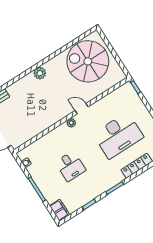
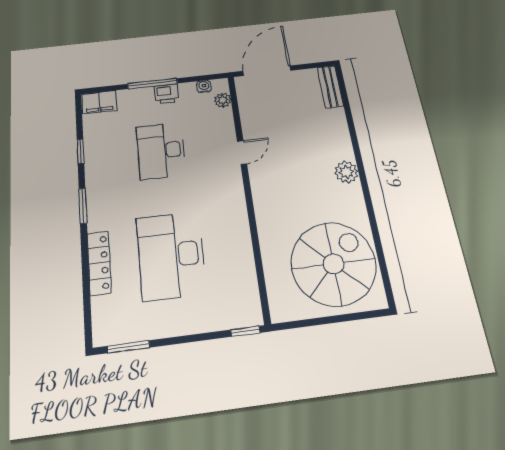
door: (82, 109) -> (242, 152), moved
plant: (71, 123) -> (223, 100), moved
desk: (70, 166) -> (161, 151), width x1.37
printer: (39, 179) -> (166, 94), added

